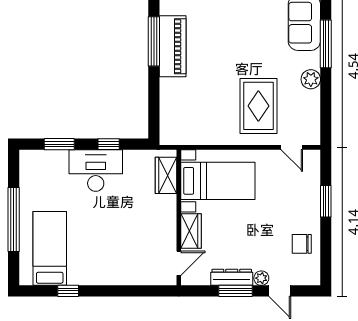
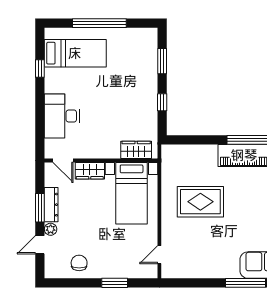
plant: (311, 79) -> (216, 270), removed
rug: (258, 106) -> (200, 202), moved
desk: (96, 170) -> (62, 116), moved, turned 180

